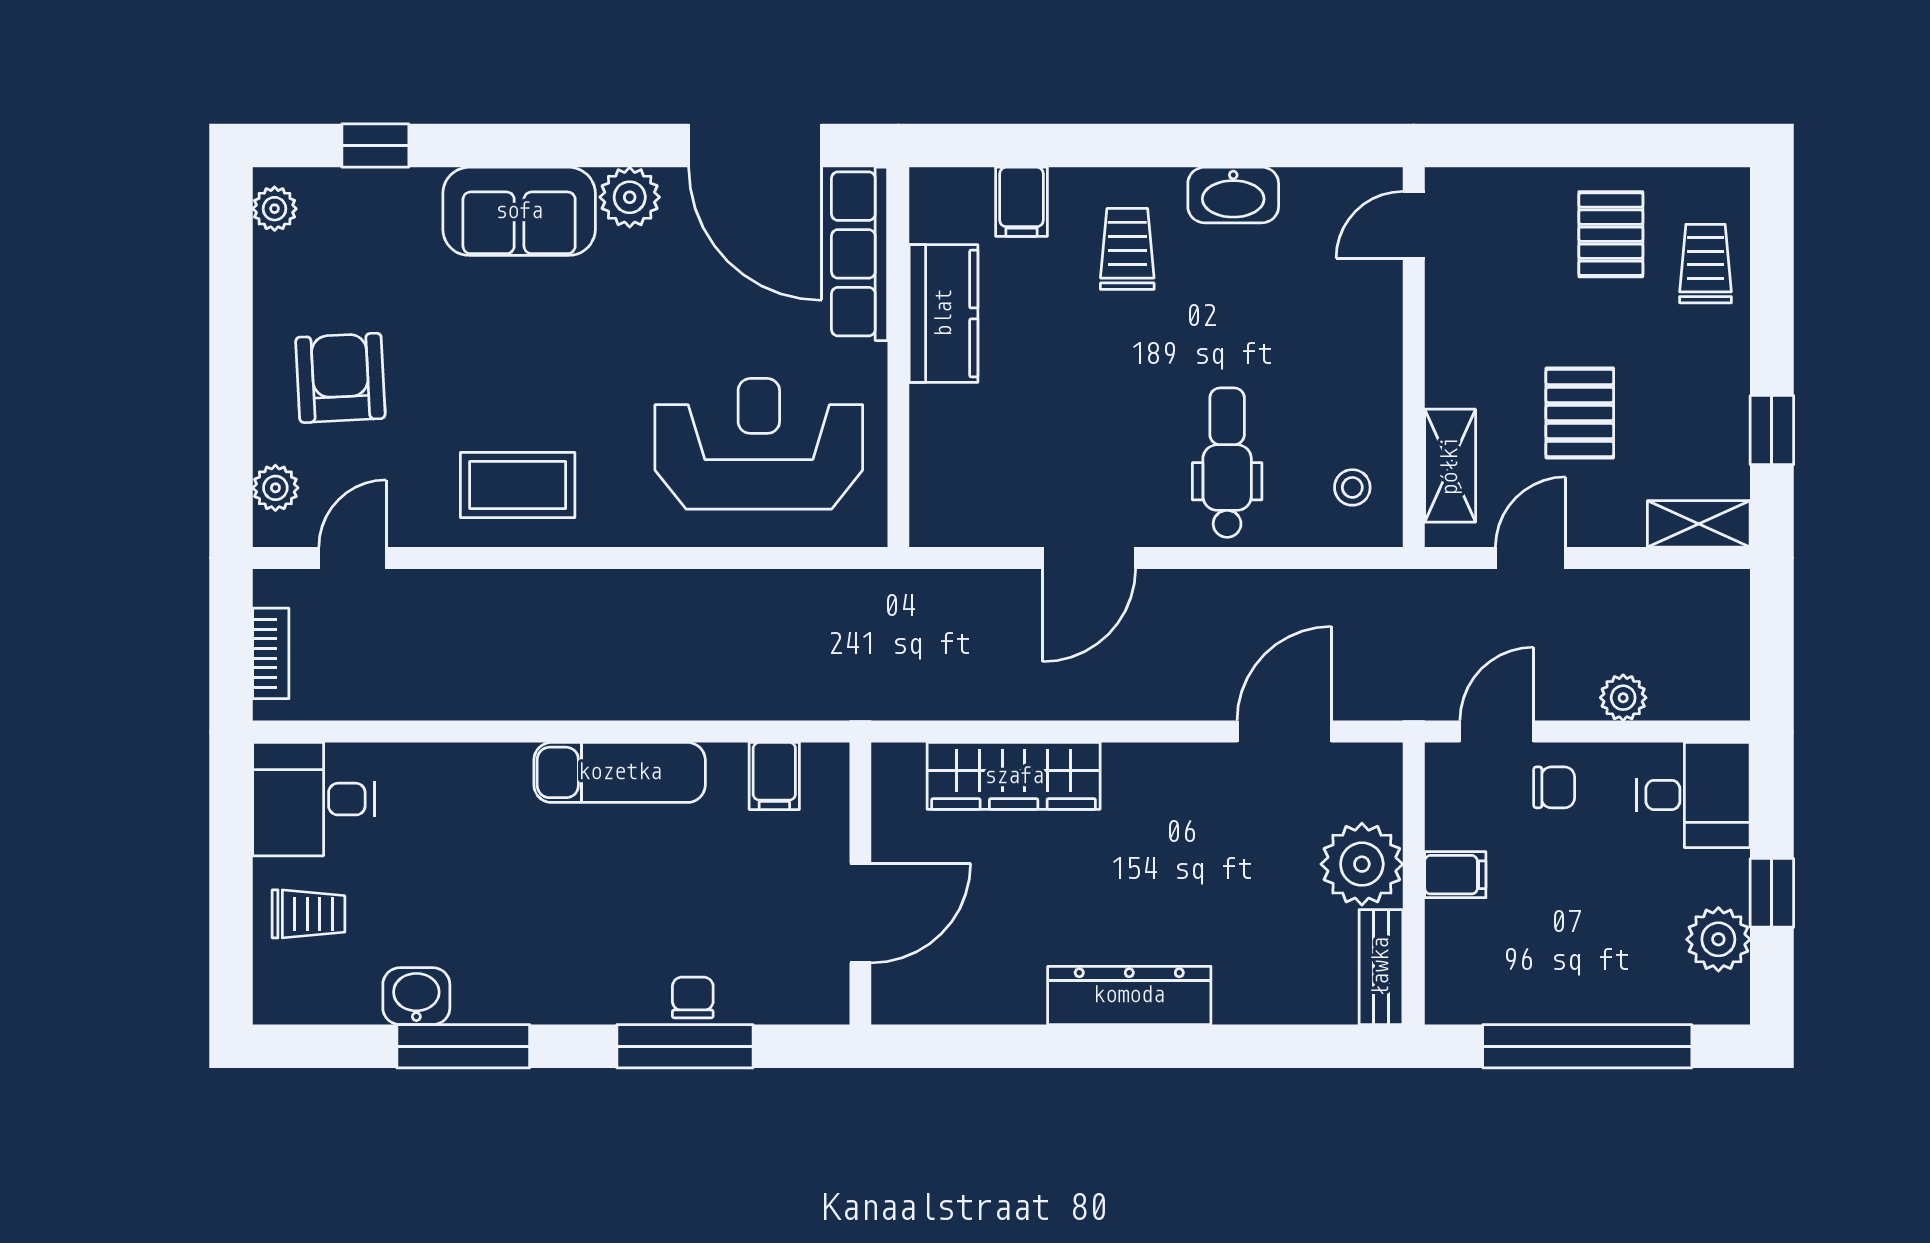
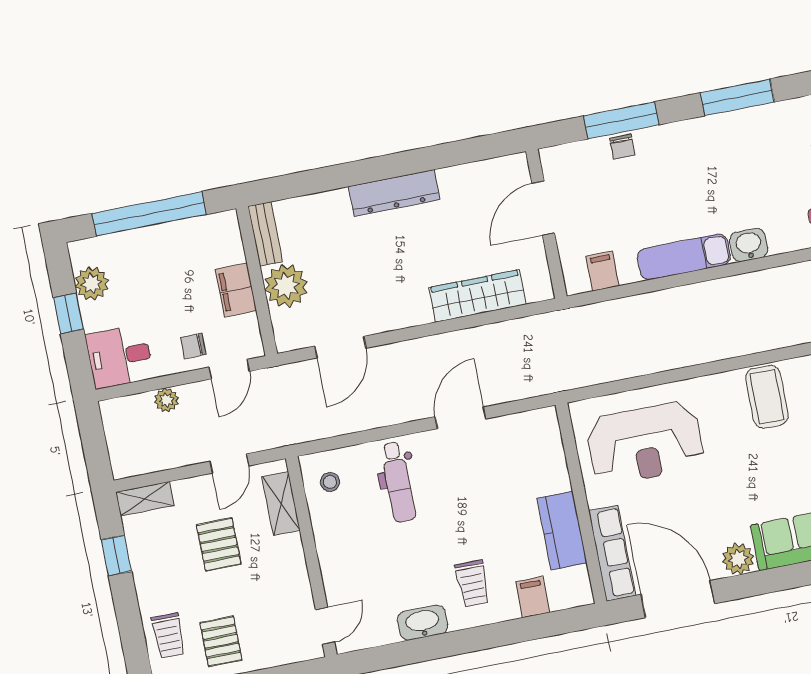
coffee table: (518, 485) -> (767, 397), turned 90
filing cabinet: (1455, 875) -> (236, 290), width x2.00
washbasin: (416, 996) -> (749, 245), moved, turned 180

